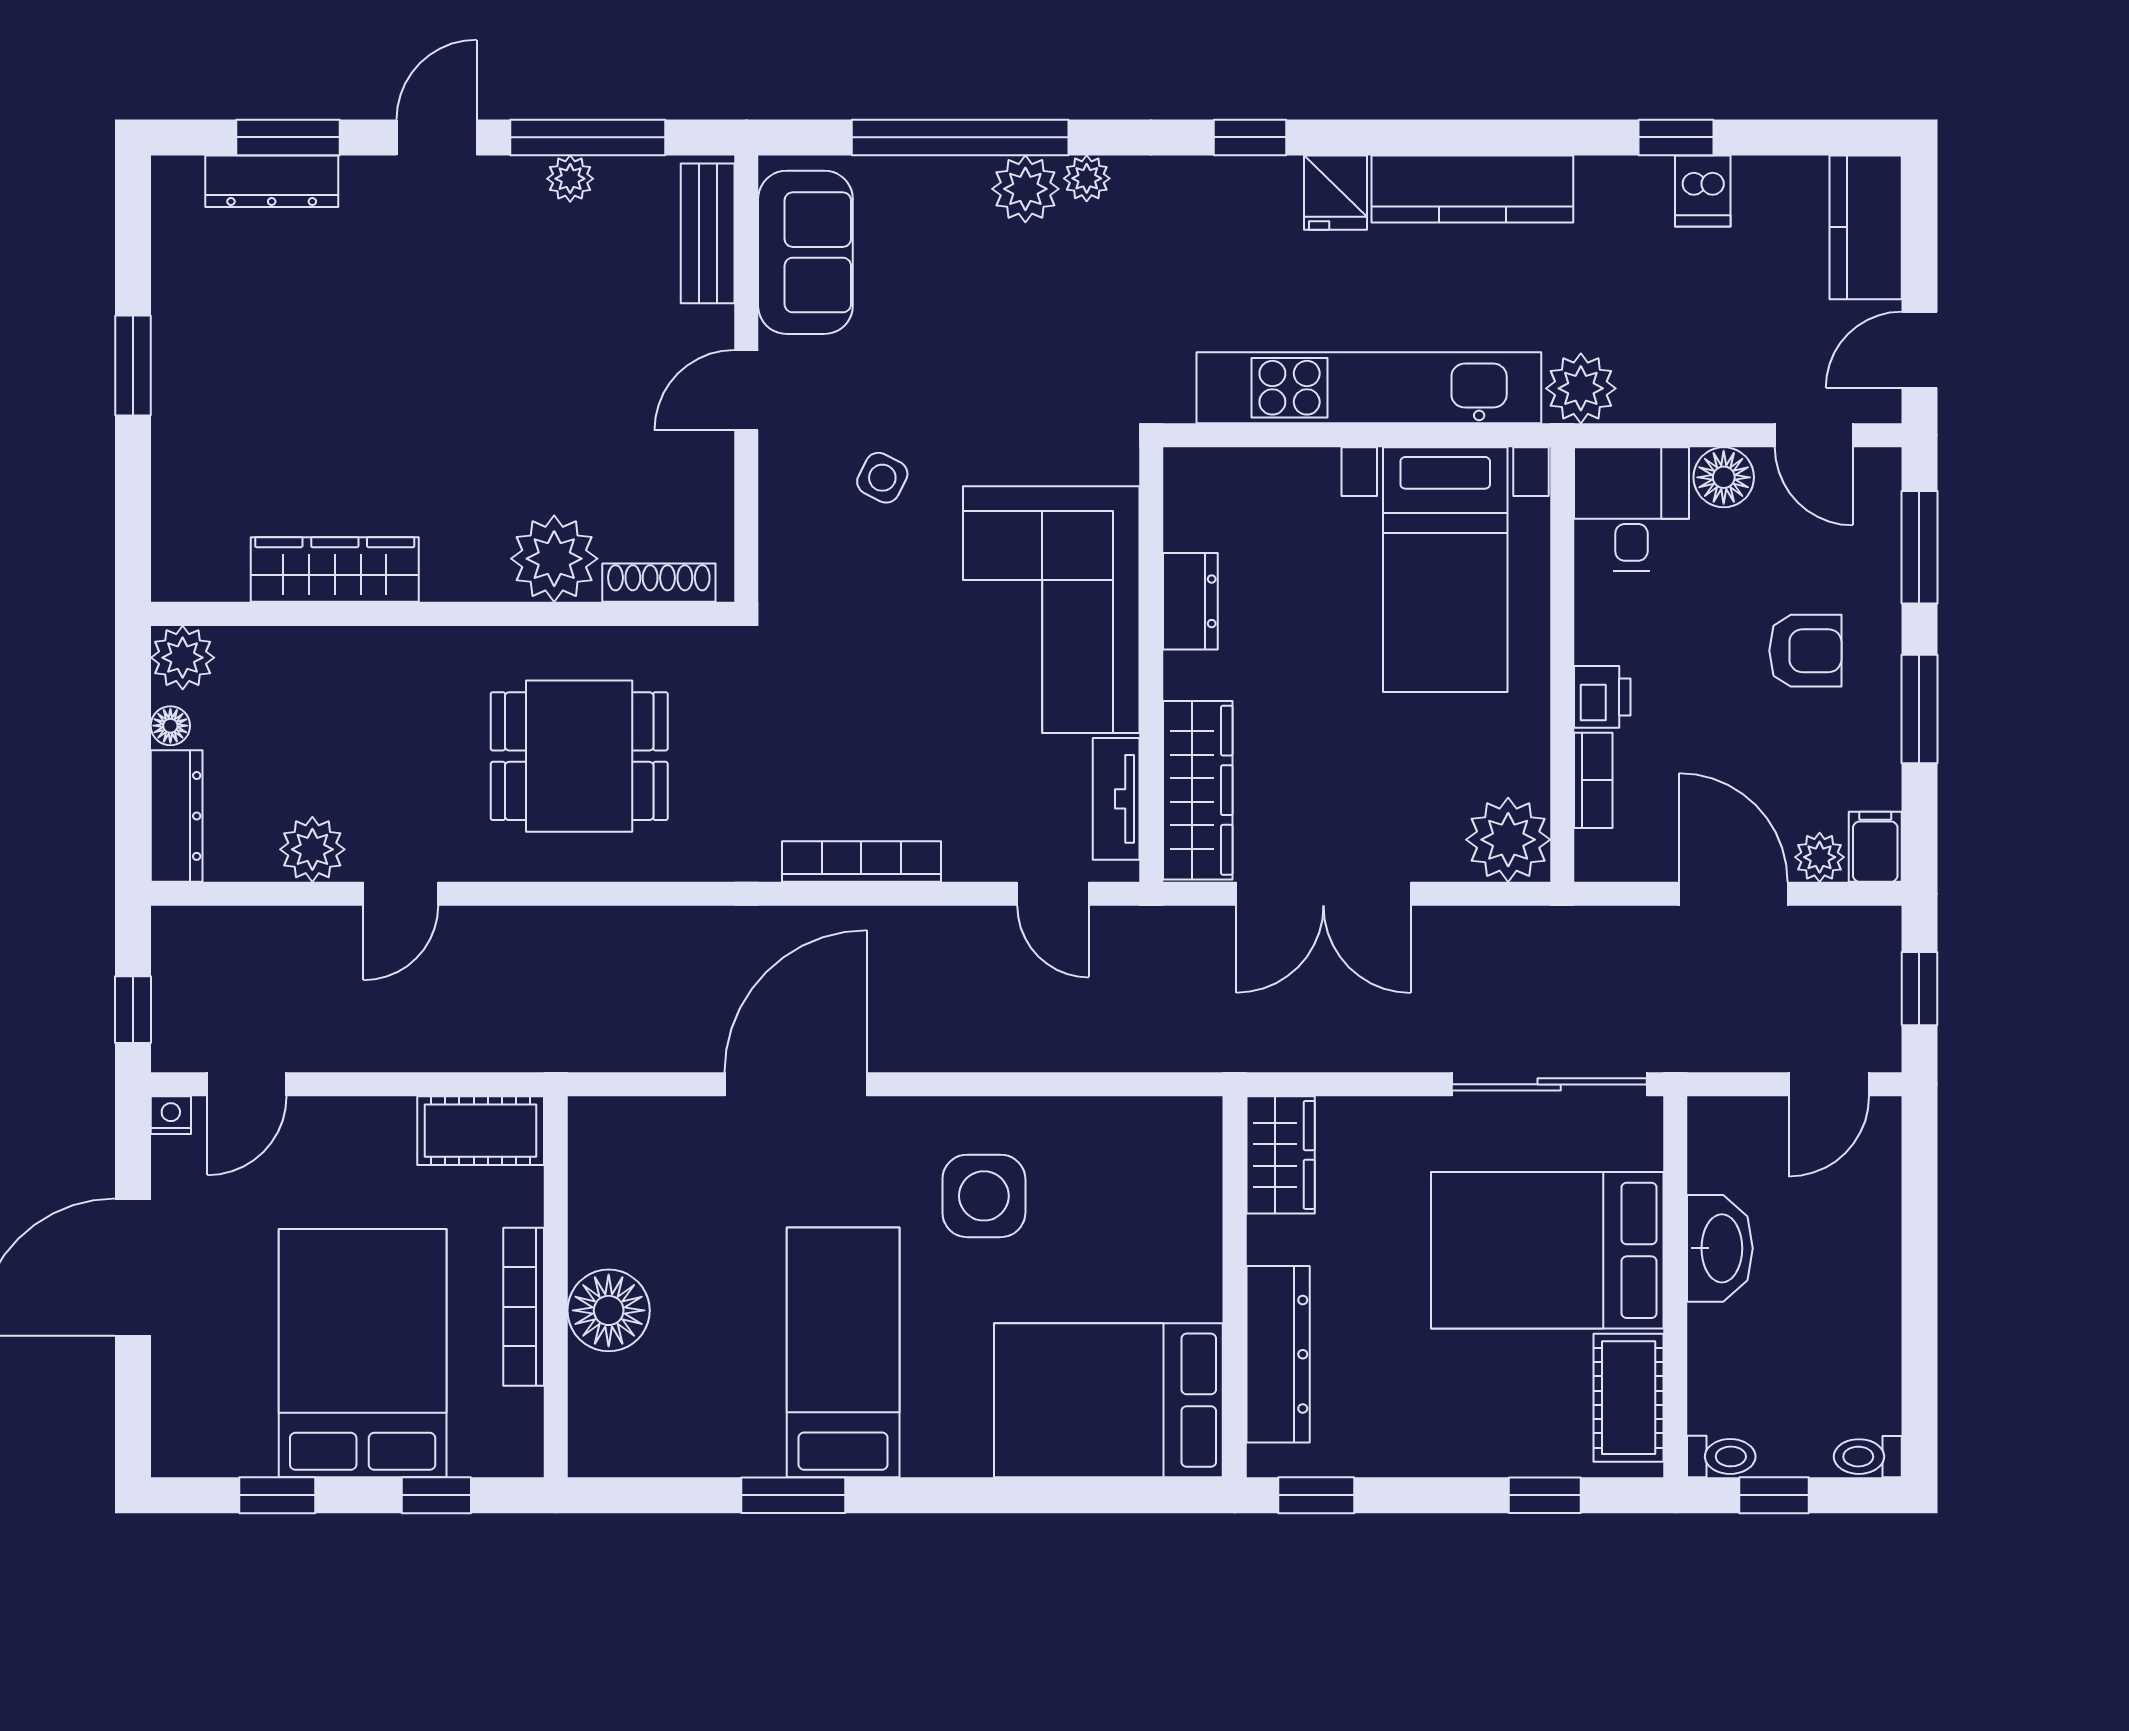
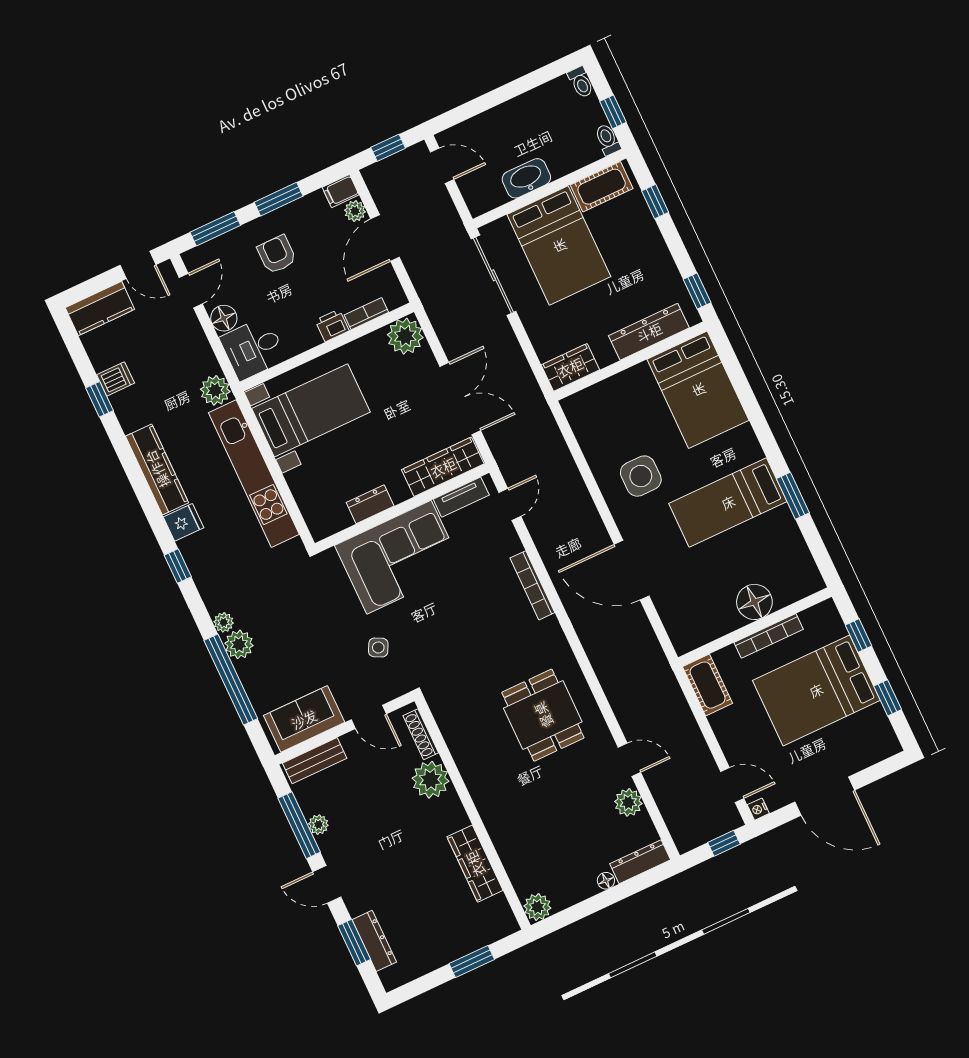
plant: (554, 559) -> (430, 780), moved
wardrobe: (335, 569) -> (475, 864), moved
shoe rack: (659, 583) -> (421, 734), moved
wall: (443, 614) -> (473, 813), moved
plant: (183, 658) -> (537, 907), moved

